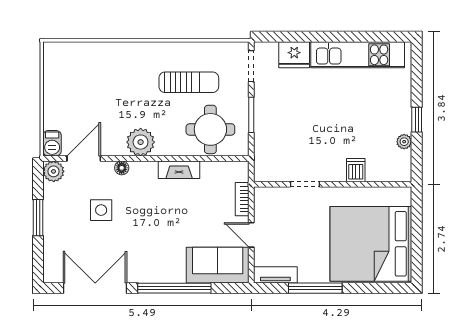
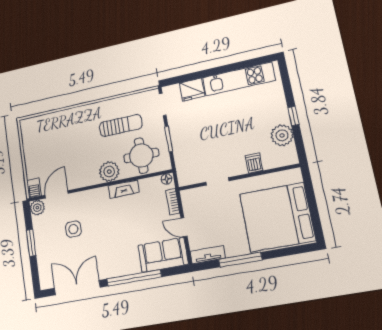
plant: (141, 142) -> (109, 172), moved
plant: (404, 142) -> (282, 135), width x1.88, depth x1.88
floor lamp: (122, 168) -> (166, 179), moved

